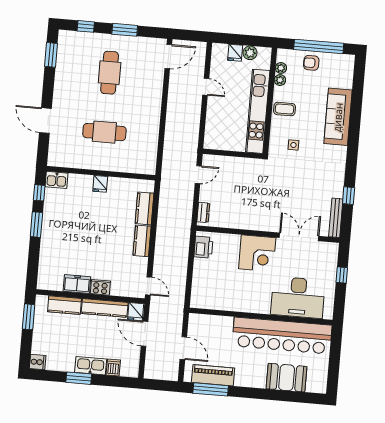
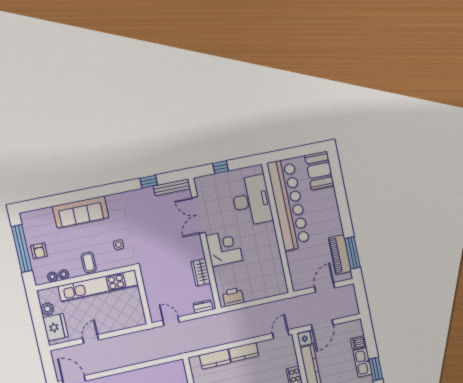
fridge: (235, 53) -> (55, 327), width x1.88, depth x1.34
wardrobe: (239, 221) -> (201, 272), added
booth: (287, 378) -> (319, 170), moved

